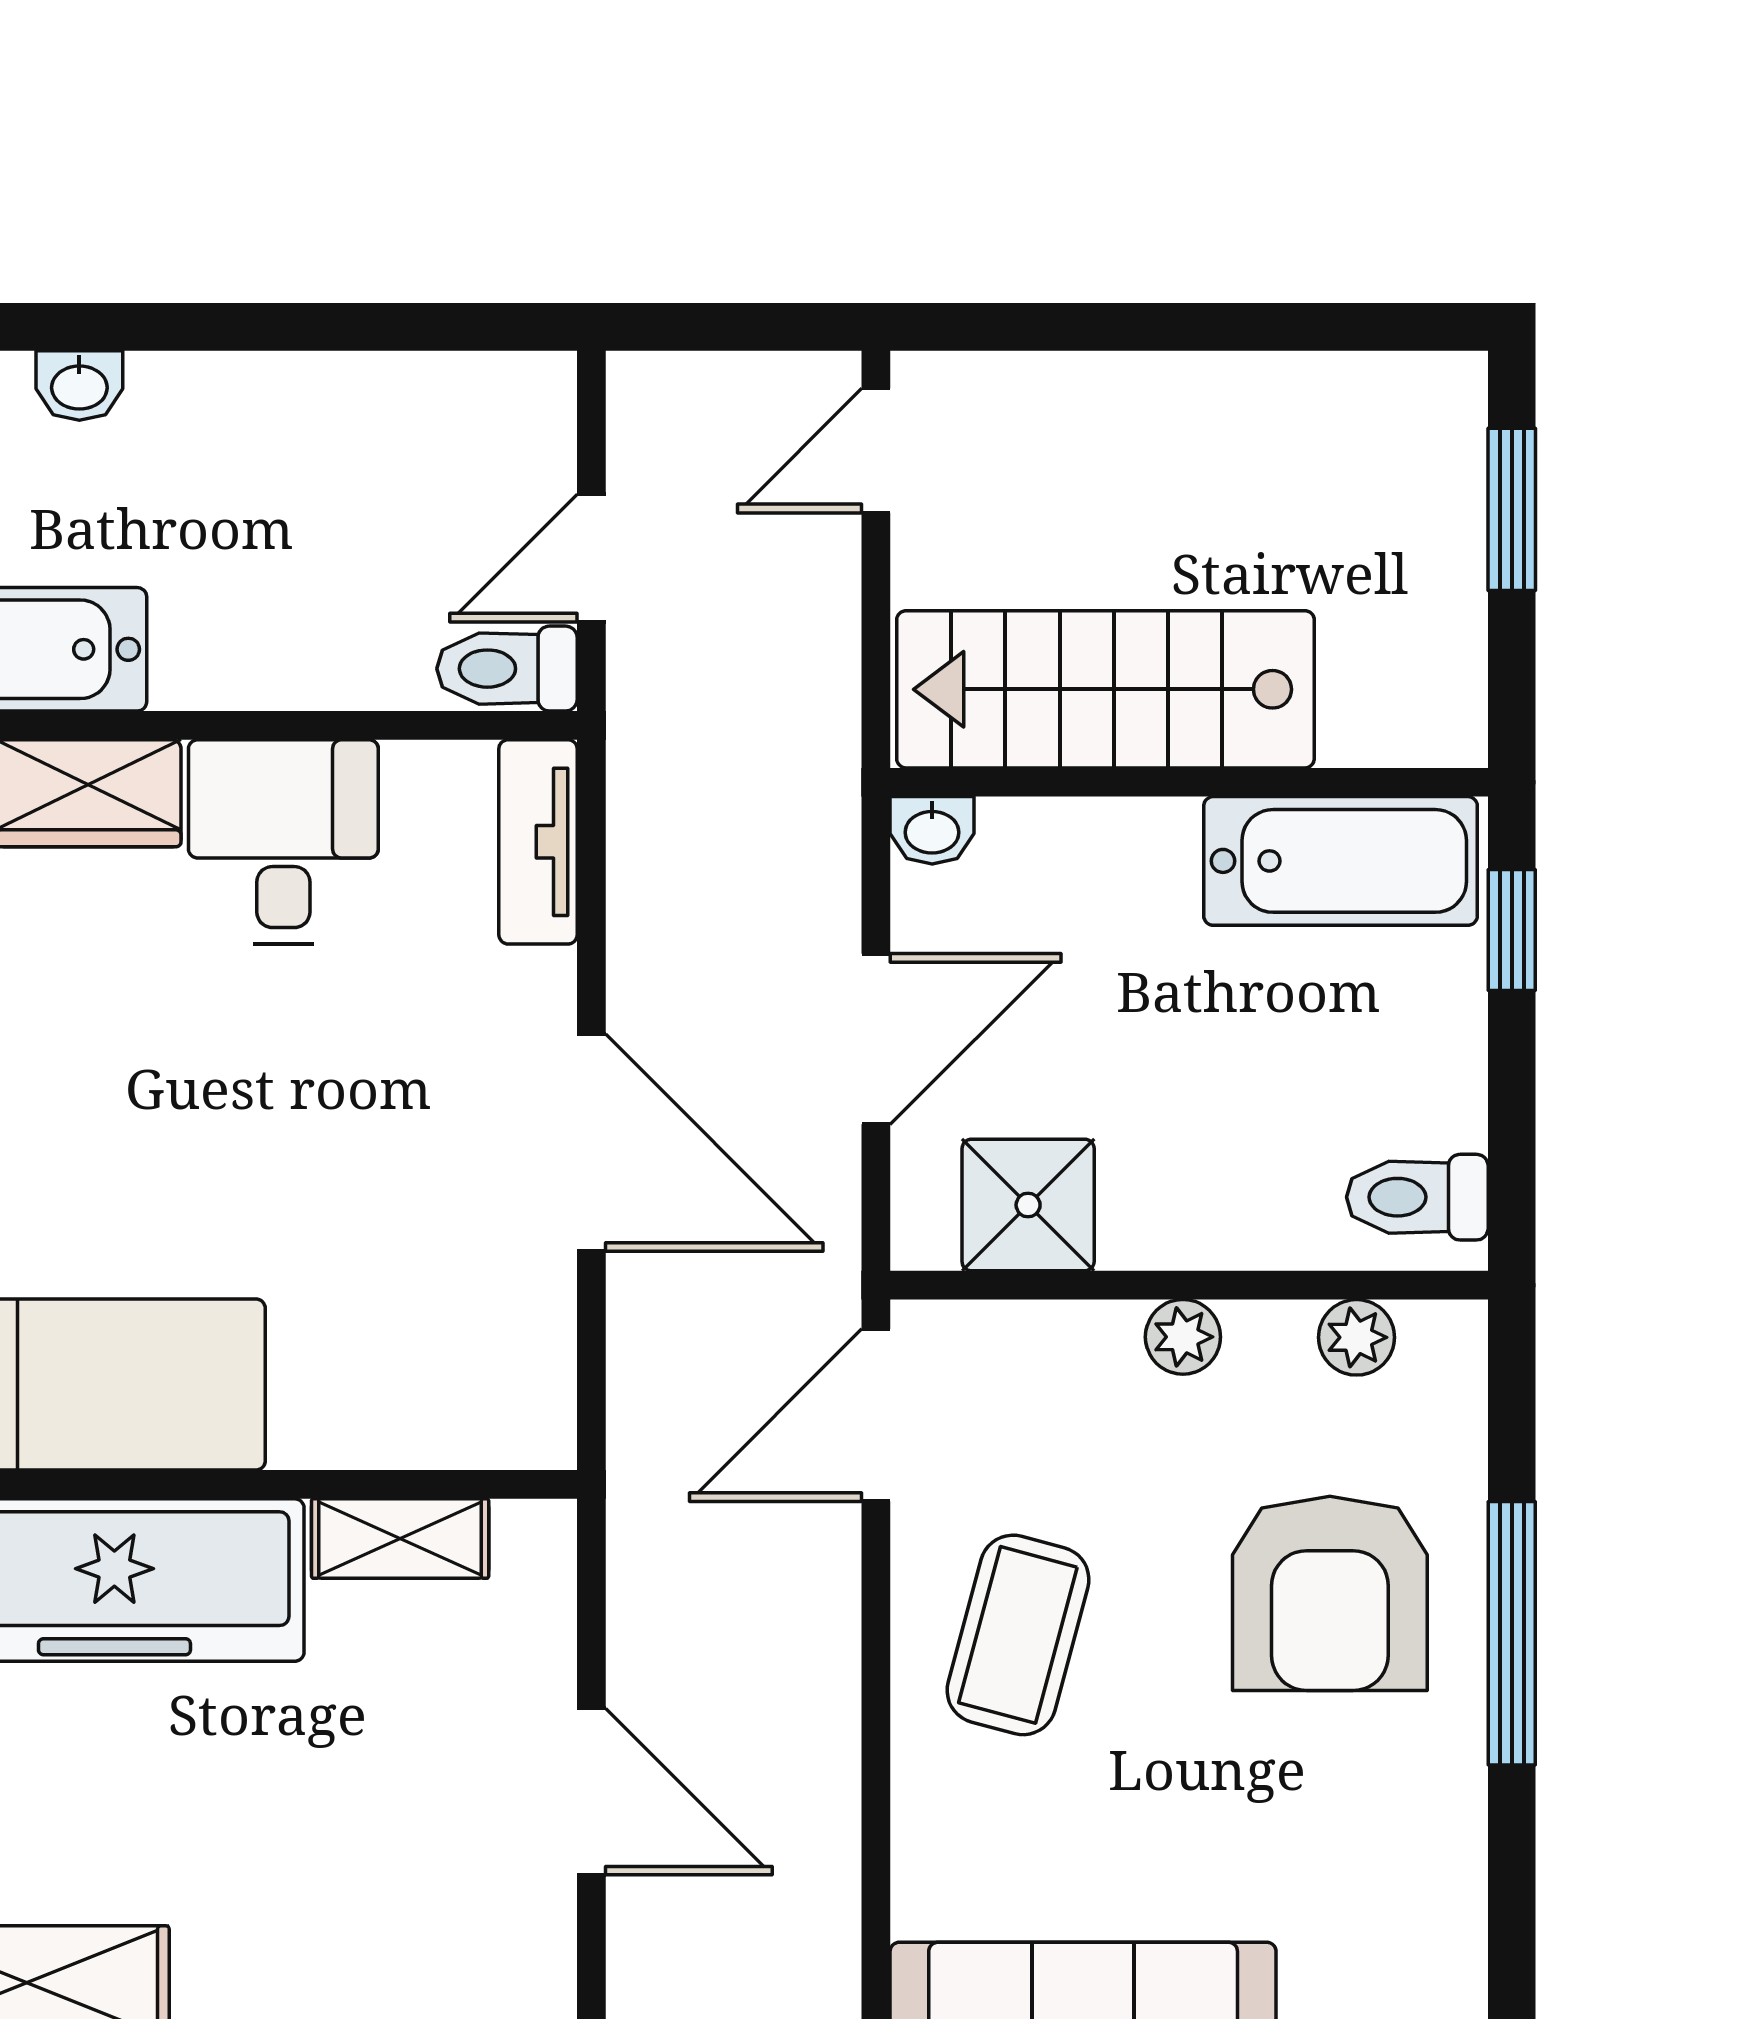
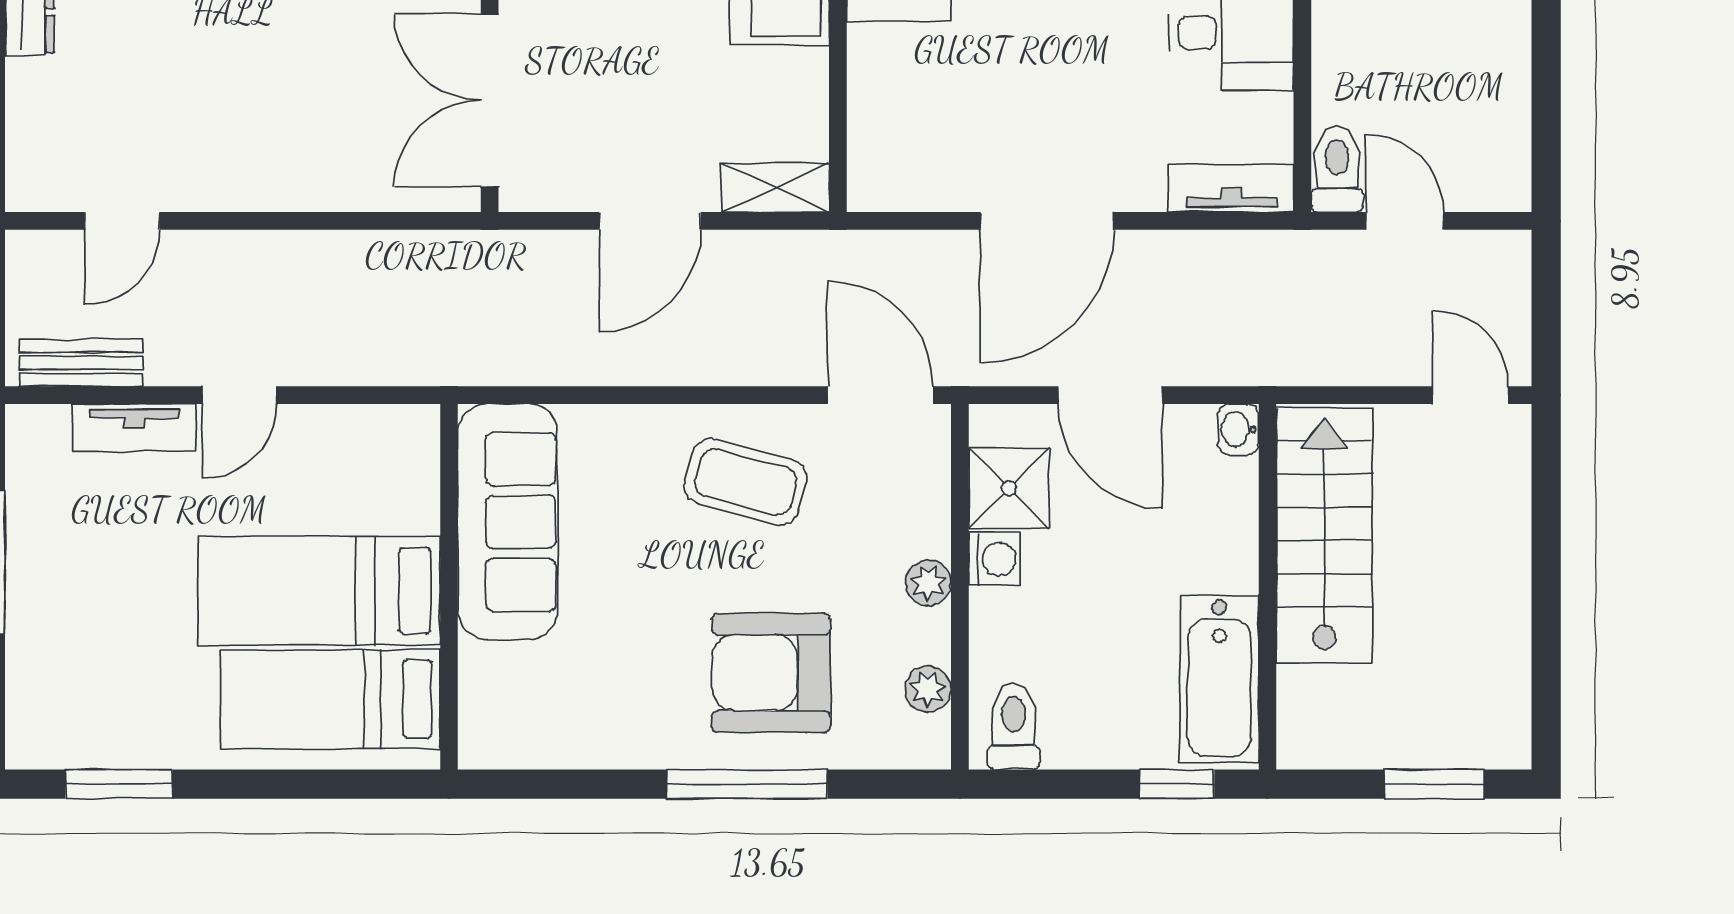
washing machine: (1144, 1228) -> (995, 559), added
shelving: (400, 1539) -> (775, 188), moved, turned 90

